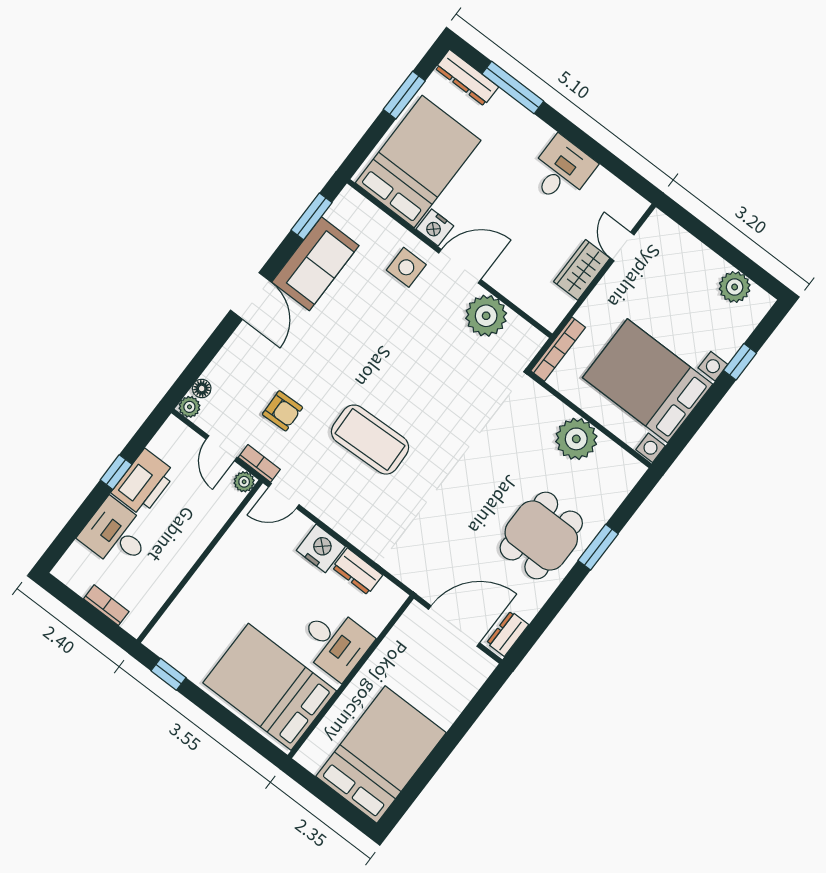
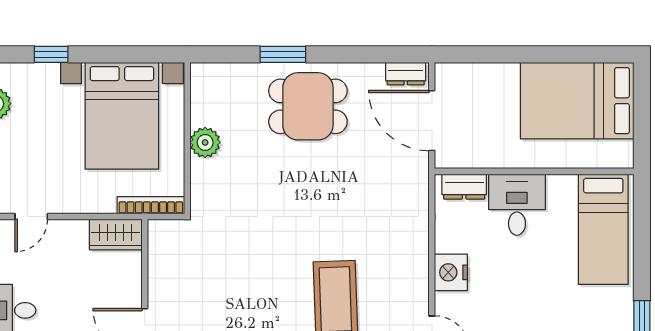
wardrobe: (582, 270) -> (116, 234), moved
plant: (486, 316) -> (168, 282), removed
plant: (576, 439) -> (205, 142), width x0.73, depth x0.73
dresser: (357, 571) -> (464, 187), moved, turned 90
bed: (270, 687) -> (603, 229), width x0.67

